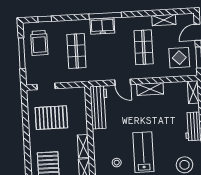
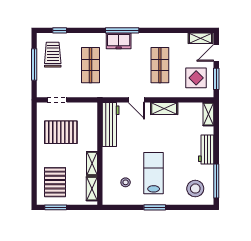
shelving: (164, 20) -> (200, 38), moved
trolley: (39, 43) -> (53, 55), turned 180

